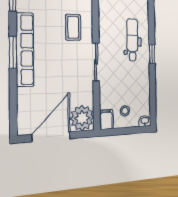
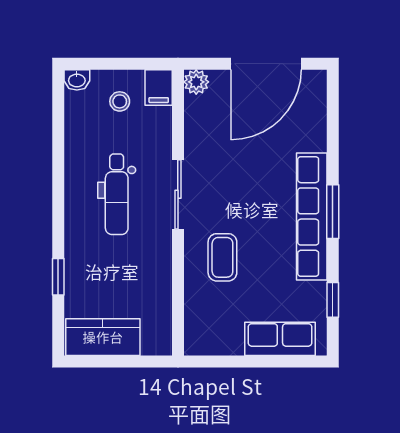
dental chair: (132, 40) -> (117, 194), moved
window: (152, 54) -> (58, 277), moved
plant: (82, 118) -> (196, 82), width x0.53, depth x0.53

